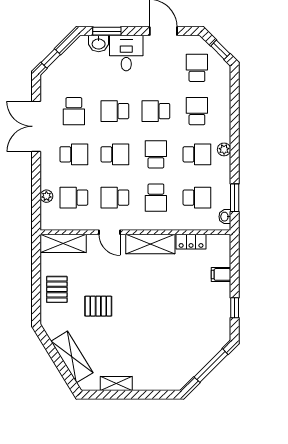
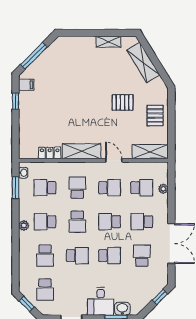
filing cabinet: (221, 274) -> (26, 85), moved

